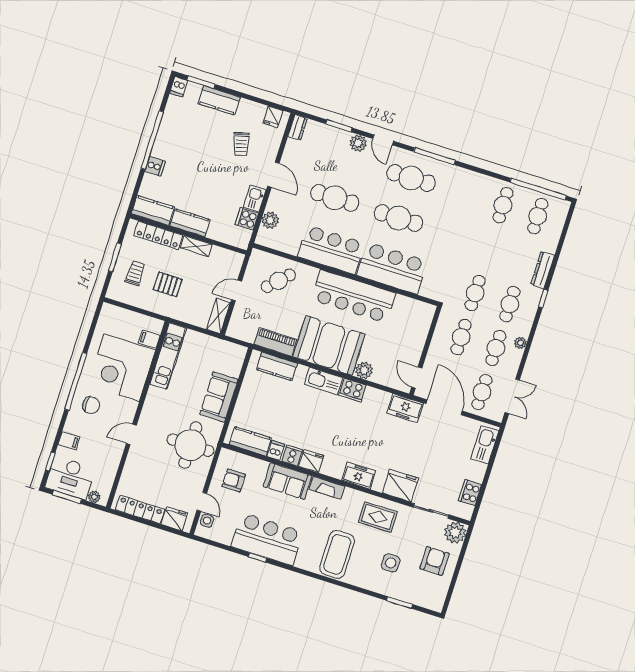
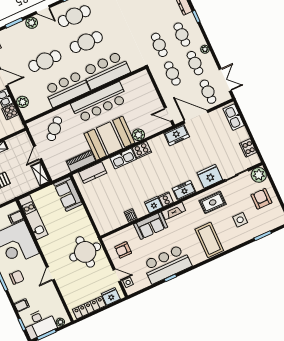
sofa: (219, 397) -> (68, 194), moved
kitchen counter: (250, 441) -> (114, 223), removed
cooker: (292, 456) -> (166, 199), moved

